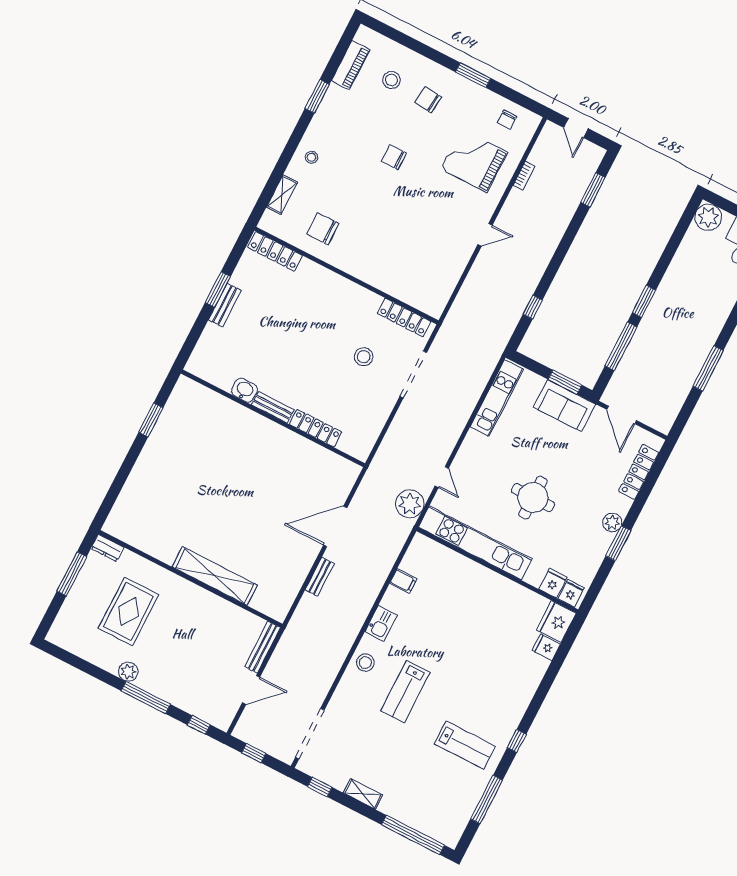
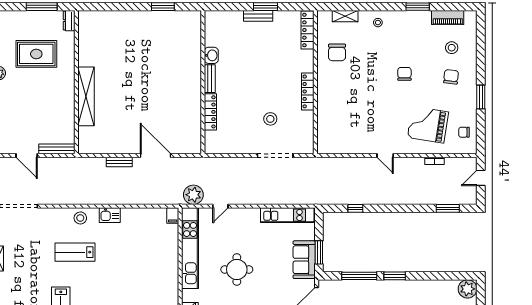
grand piano: (474, 161) -> (428, 125), turned -81
chair: (323, 229) -> (337, 52), turned 180
locker: (404, 317) -> (308, 91), moved
filing cabinet: (403, 581) -> (173, 215), moved

